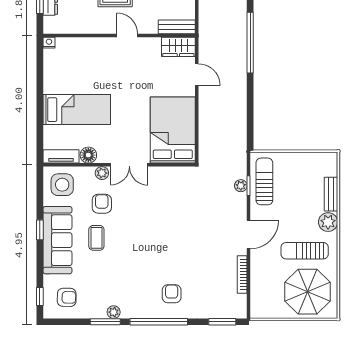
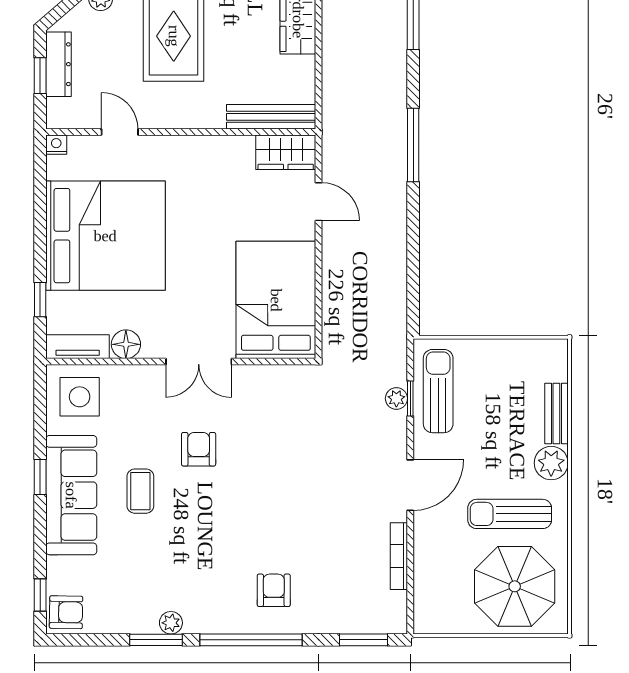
bench: (177, 27) -> (271, 117), width x1.36
door: (127, 35) -> (120, 132), moved
window: (250, 43) -> (413, 145), width x0.68
bed: (77, 110) -> (105, 236), width x2.04
window: (40, 130) -> (40, 300), added
plant: (102, 173) -> (150, 376), removed
armchair: (102, 204) -> (199, 449), moved
armchair: (67, 297) -> (66, 612), moved

